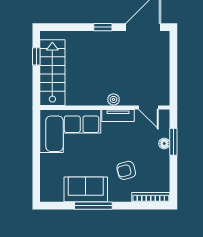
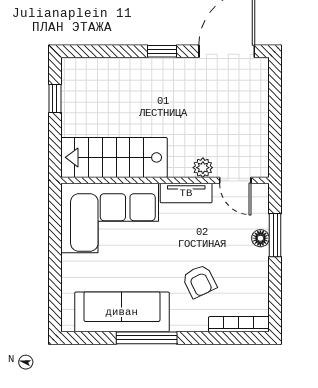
stairs: (52, 73) -> (114, 157), moved, turned -90
plant: (113, 100) -> (203, 168), moved
armchair: (126, 170) -> (199, 281), turned -101
sofa: (86, 189) -> (122, 312), width x1.36

